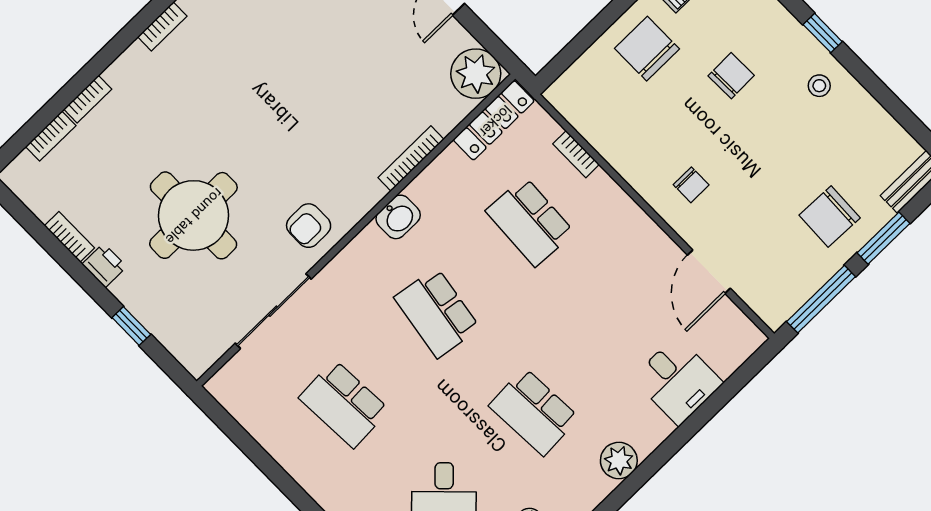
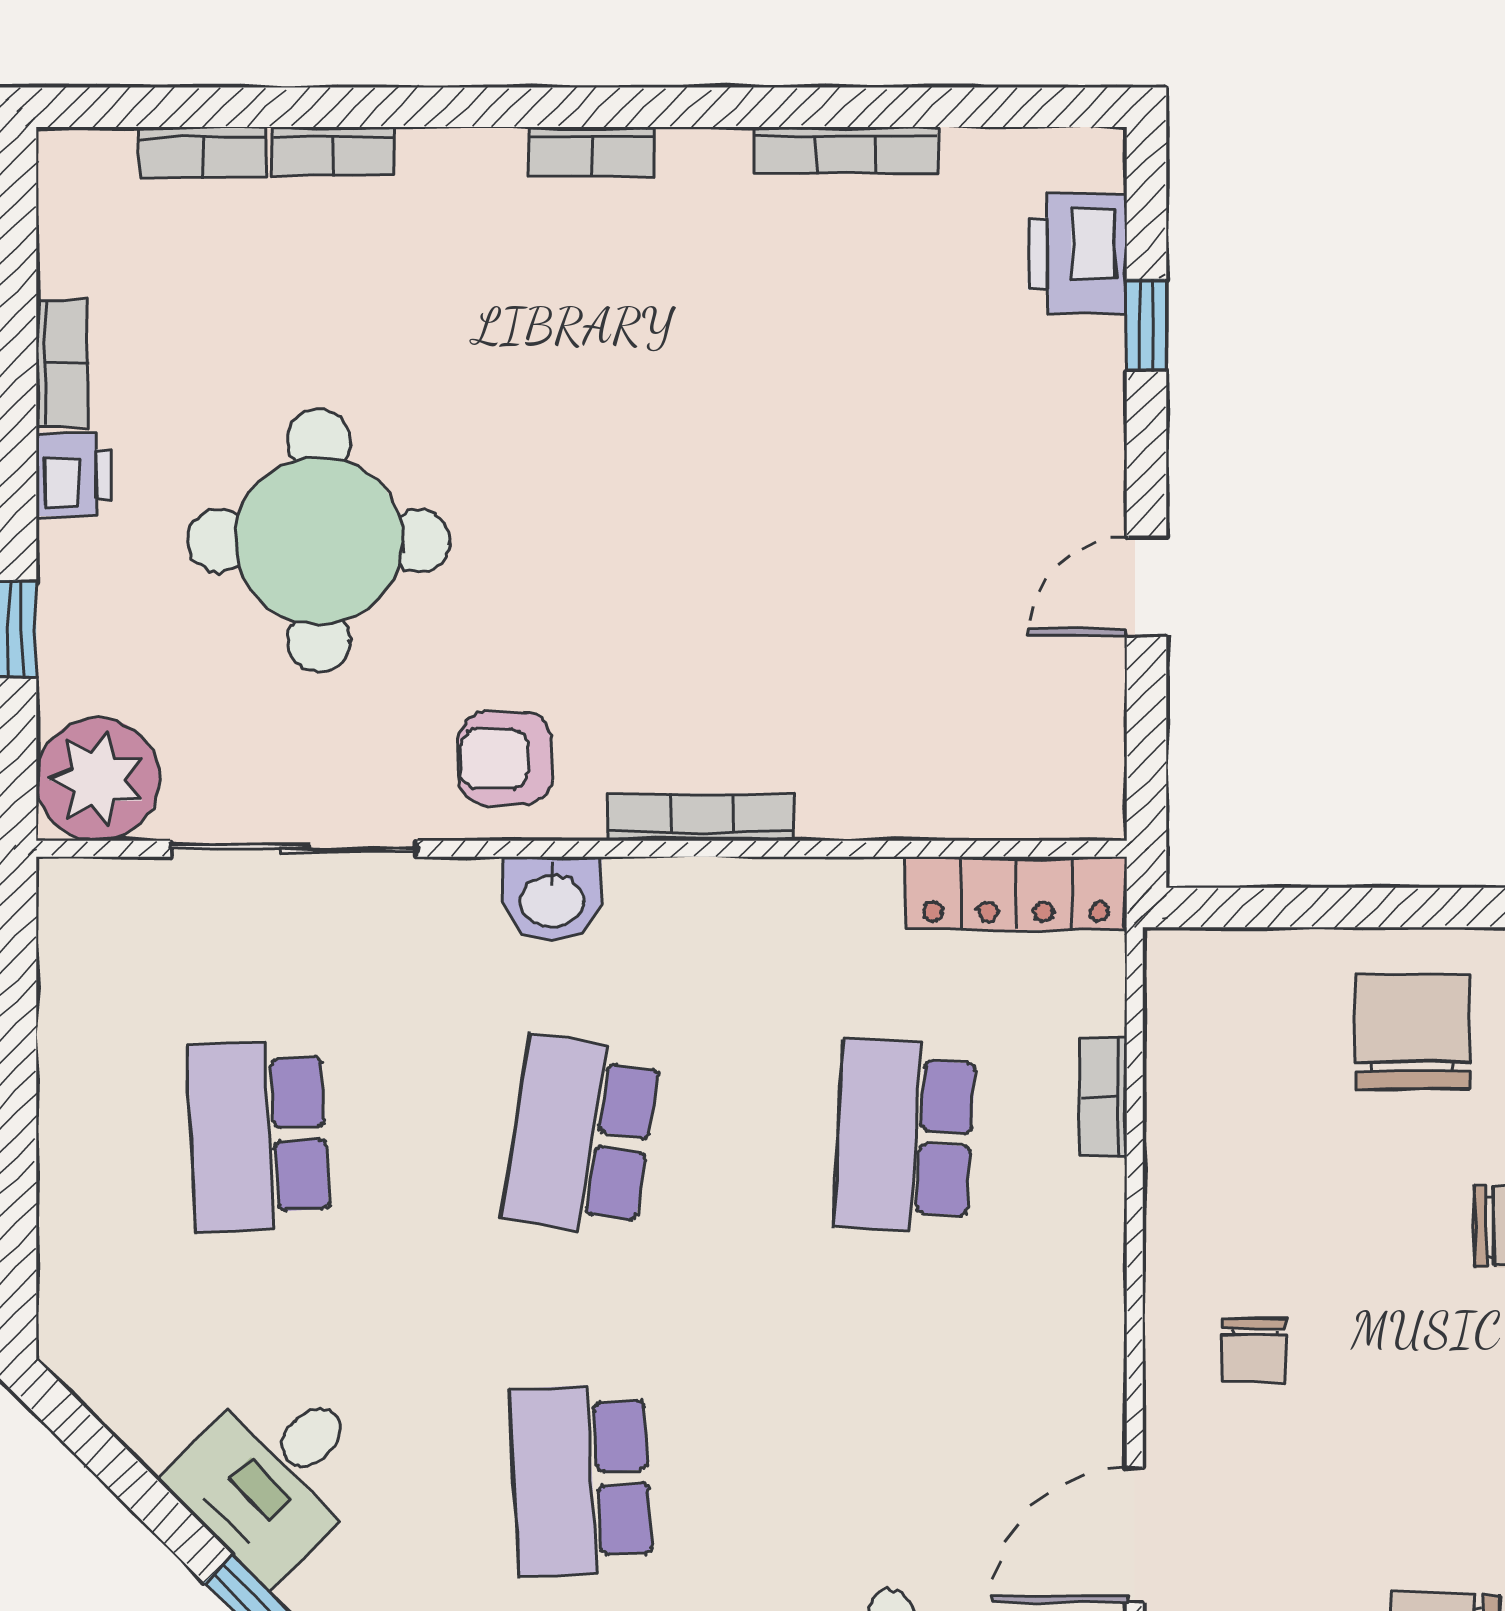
plant: (476, 74) -> (98, 779), moved
bookcase: (411, 158) -> (701, 817), moved
washbasin: (398, 217) -> (552, 899), moved

